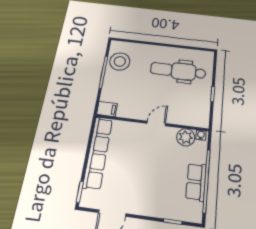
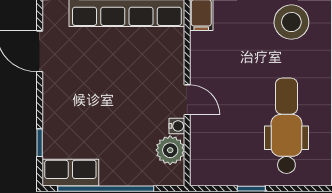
water cooler: (201, 135) -> (177, 126), moved
row of seats: (196, 182) -> (70, 173), moved

